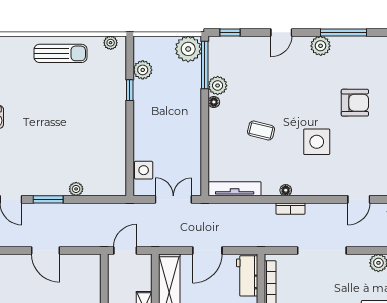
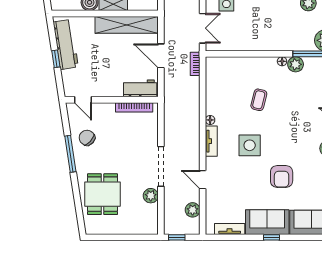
tv unit: (235, 189) -> (211, 141), moved, width x0.71
bookcase: (290, 209) -> (195, 64), moved
doorway: (322, 250) -> (161, 166), moved

